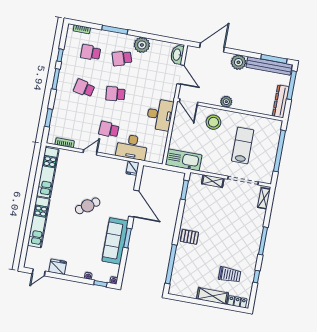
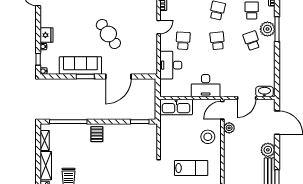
plant: (142, 45) -> (267, 29), moved
plant: (226, 102) -> (229, 128), moved
door: (90, 152) -> (159, 27), hinge flipped
kitchen sink: (184, 160) -> (176, 107), moved, turned 90
fridge: (132, 168) -> (151, 69), removed
shelving: (213, 181) -> (45, 140), moved
cafe table: (88, 206) -> (108, 34), width x1.37, depth x1.35
fridge: (58, 267) -> (47, 35), moved

